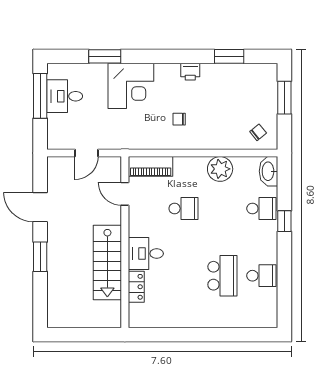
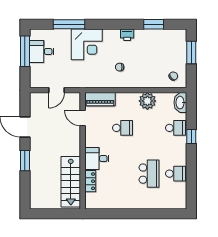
window: (105, 56) -> (69, 24), width x1.44
stairs: (107, 263) -> (71, 182), moved

